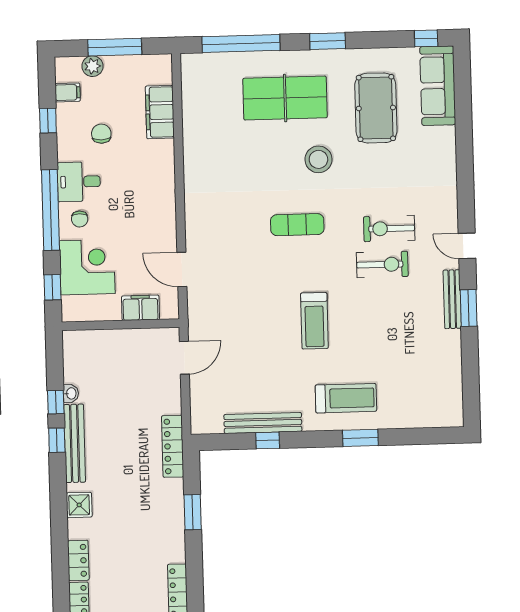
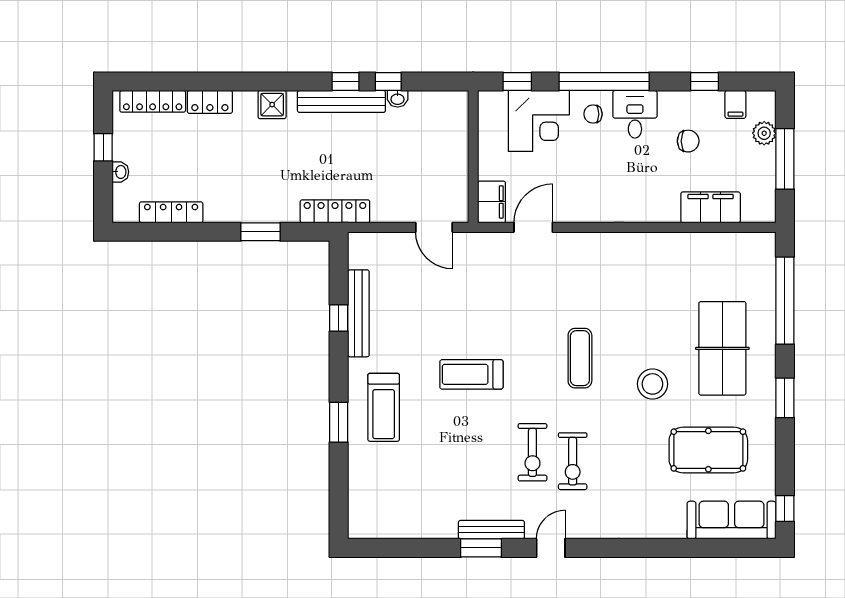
exercise bike: (389, 229) -> (573, 461), turned 180
filing cabinet: (140, 308) -> (492, 202), moved

